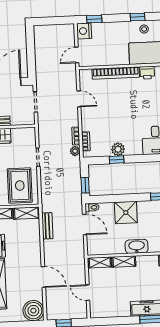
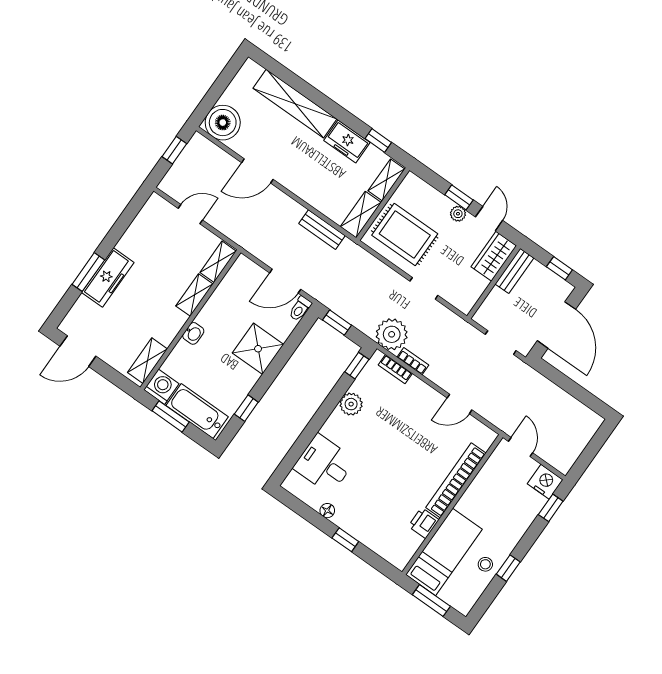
plant: (75, 151) -> (392, 334), width x1.87, depth x1.87
window: (117, 160) -> (357, 366), moved
washbasin: (137, 246) -> (193, 333), width x0.52, depth x0.69

